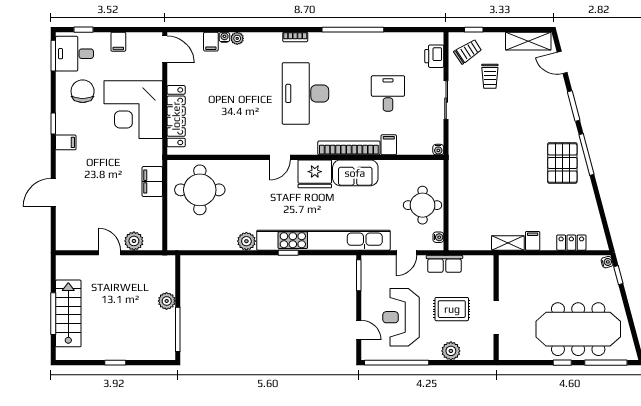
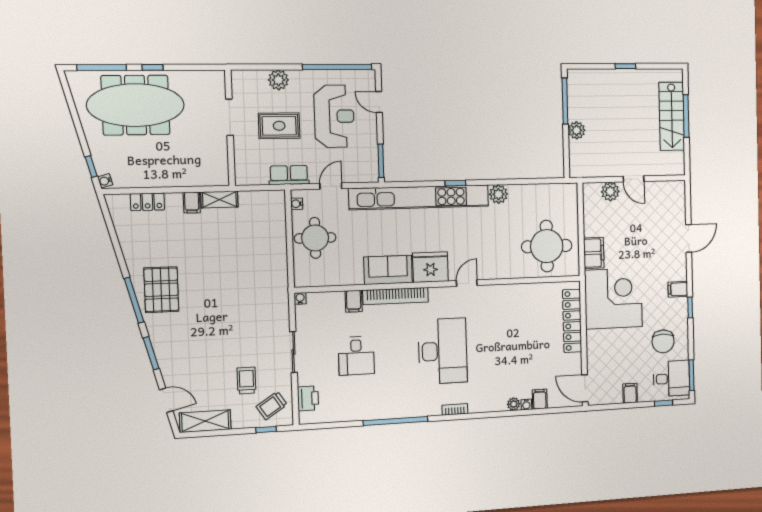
corner desk: (133, 110) -> (613, 299), moved

